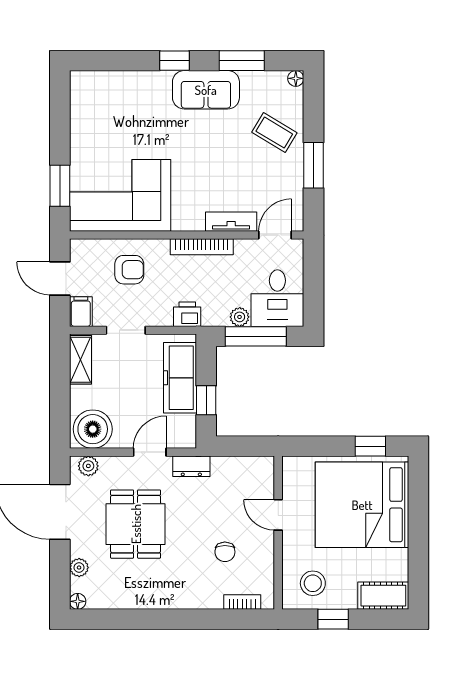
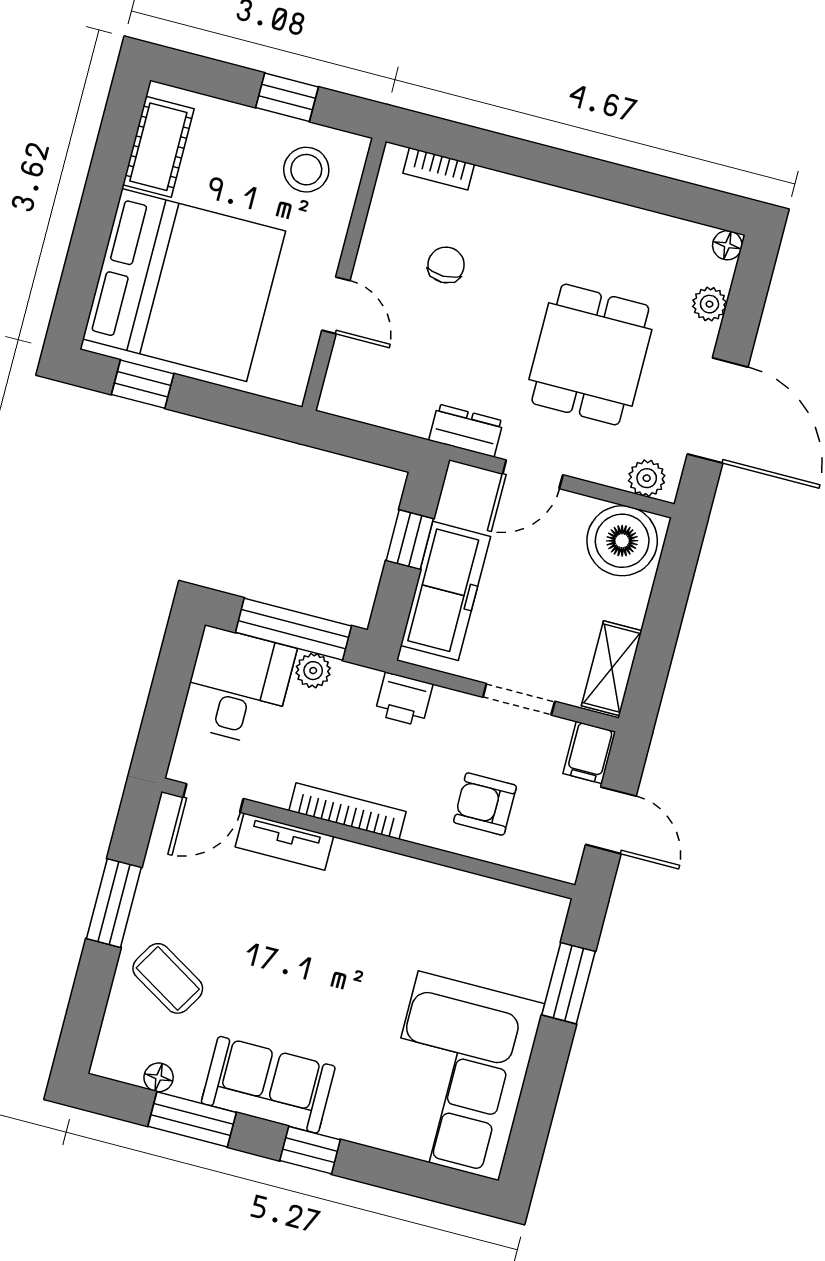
floor lamp: (296, 78) -> (159, 1077), moved
corner sofa: (120, 195) -> (459, 1076), moved, turned 90
cot: (383, 596) -> (158, 147), moved, turned 90

